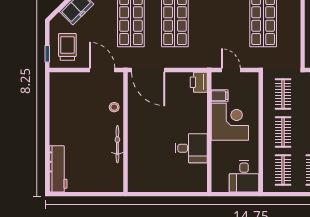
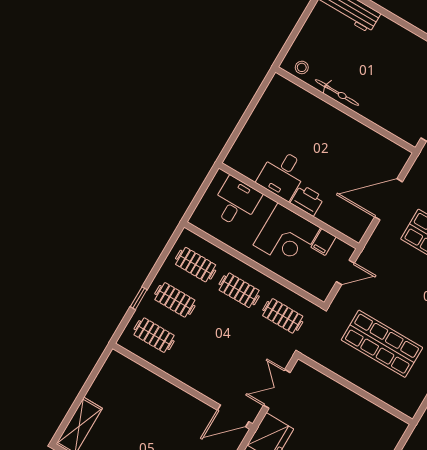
door: (148, 70) -> (388, 199), moved
printer: (199, 82) -> (307, 200), moved
stool: (114, 107) -> (302, 67), moved
desk: (244, 176) -> (236, 202), moved, turned 90

